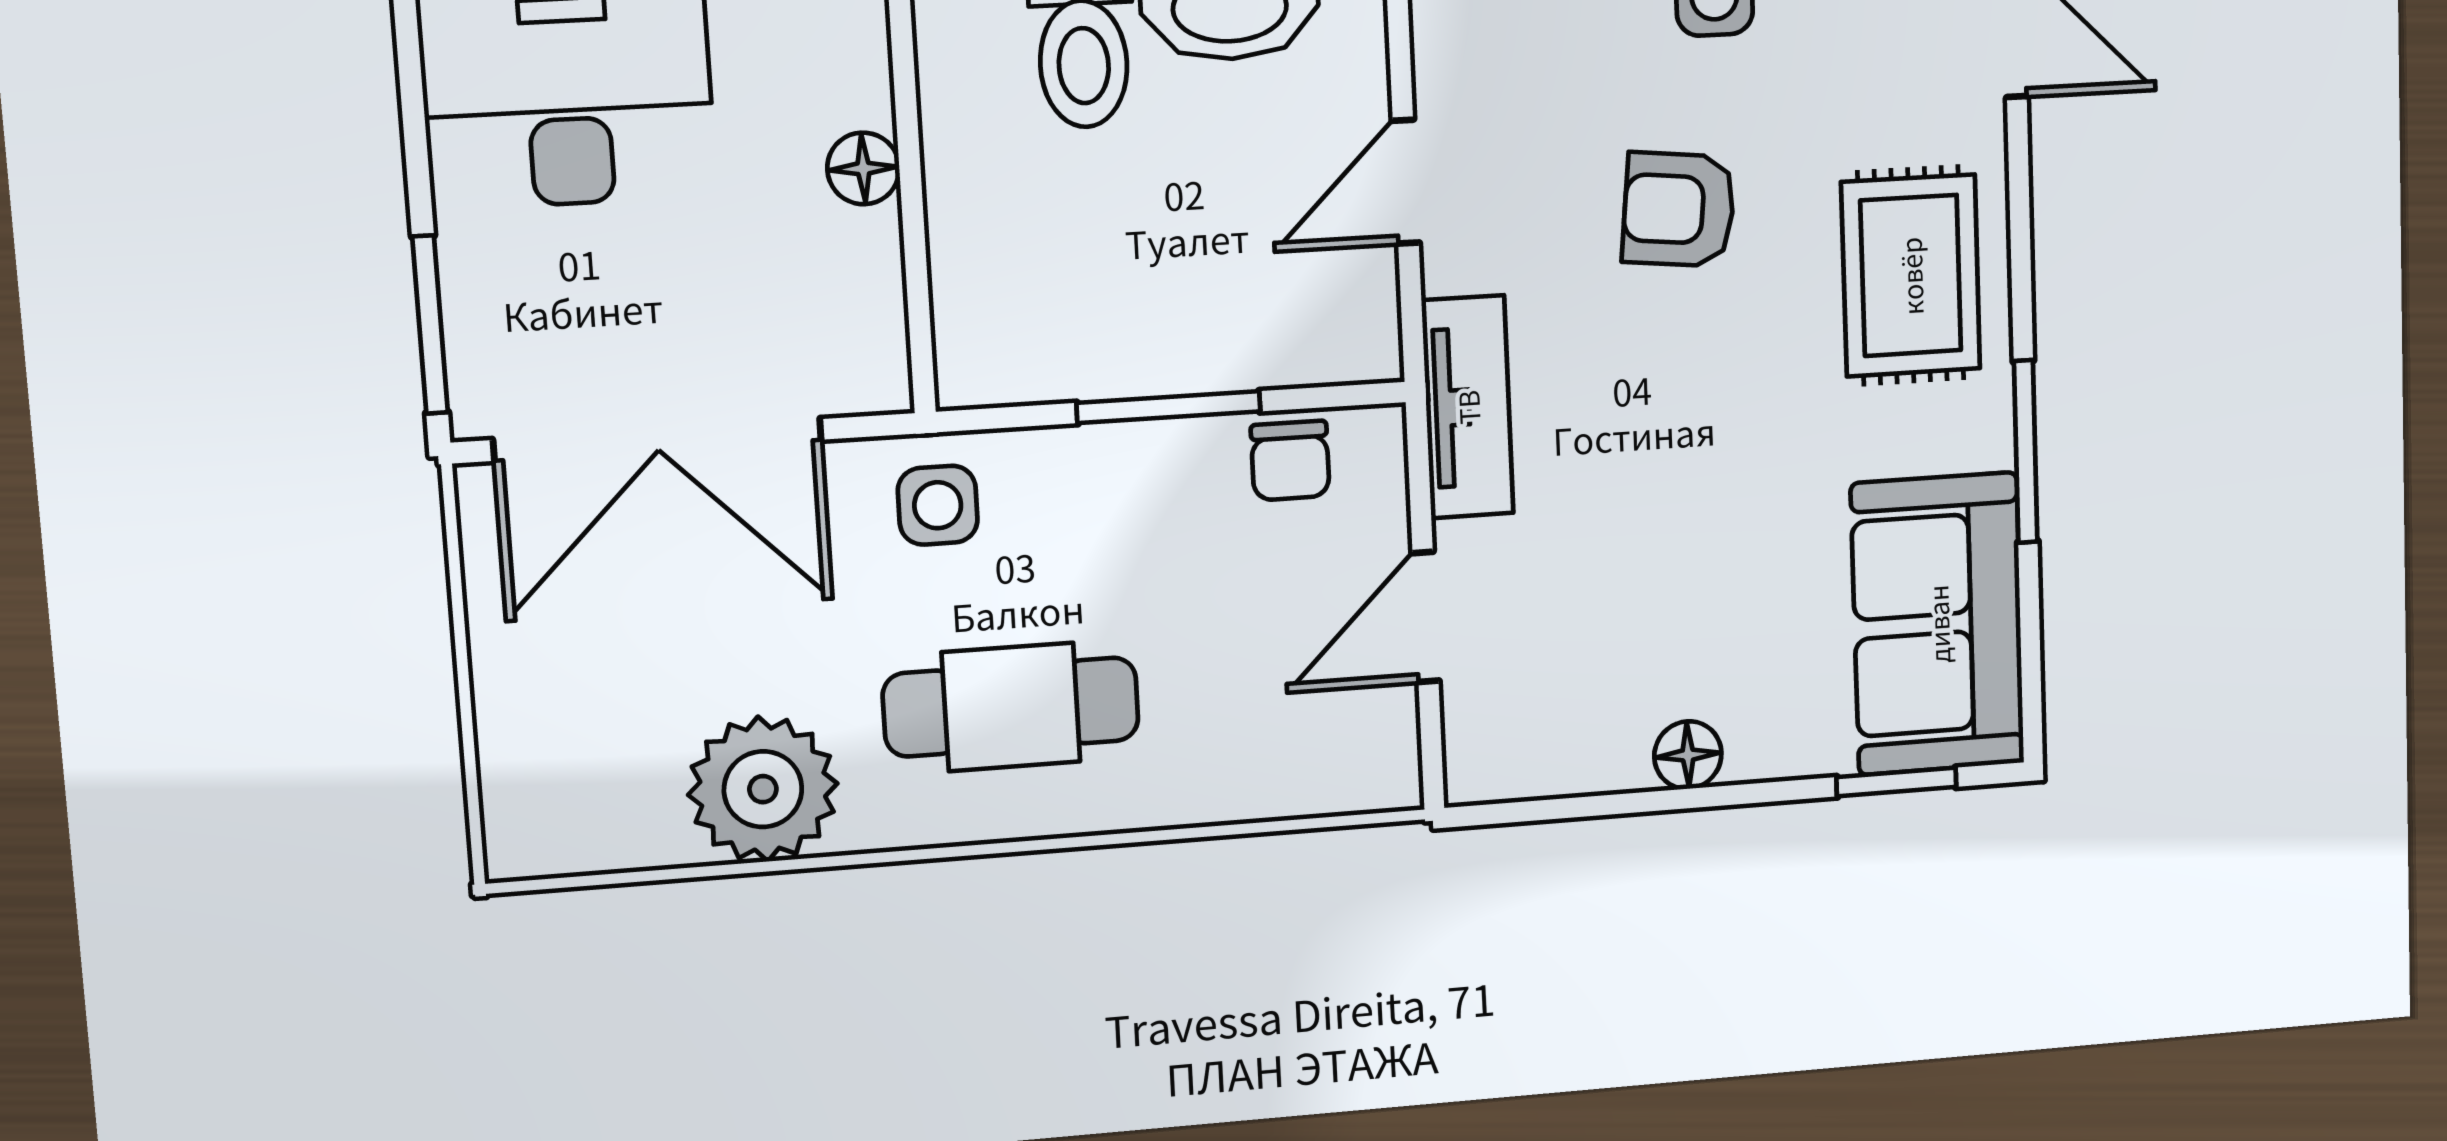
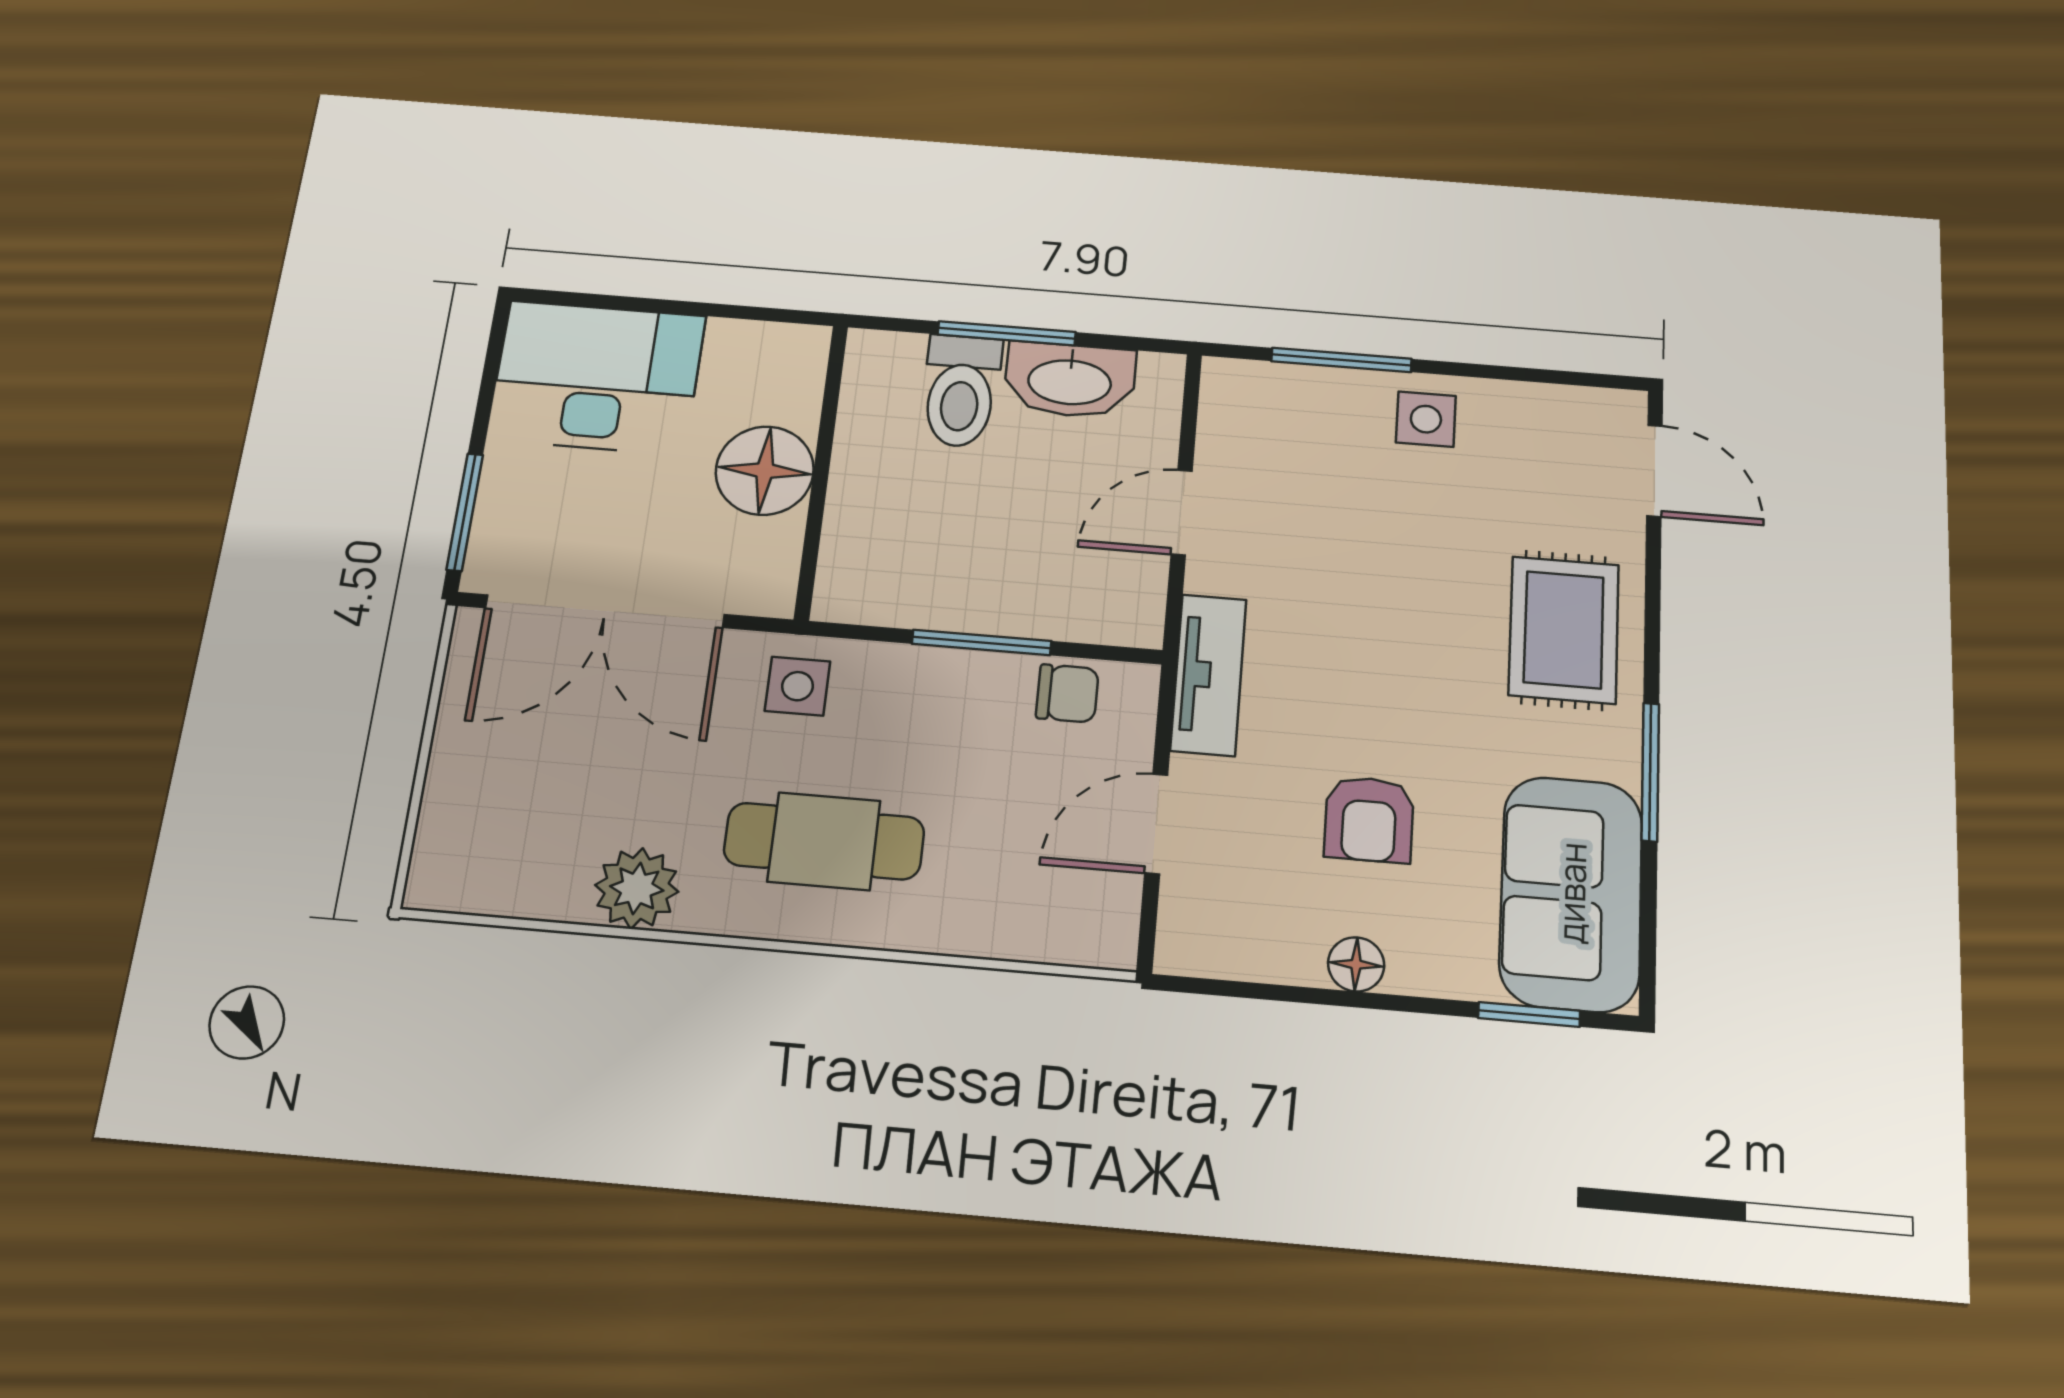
floor lamp: (863, 168) -> (765, 471), width x1.89, depth x1.89
armchair: (1679, 209) -> (1369, 819), moved, turned -96
chair: (1290, 461) -> (1067, 693), turned -90
plant: (763, 789) -> (637, 888), width x0.73, depth x0.73

